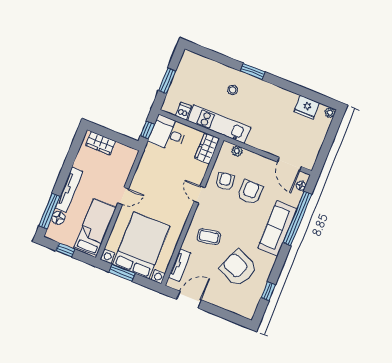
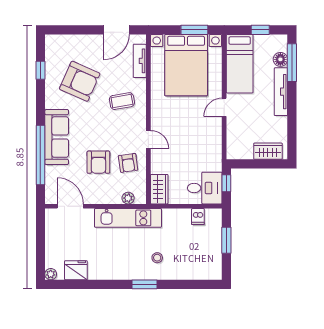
kitchen unit: (219, 124) -> (128, 218), moved
floor lamp: (301, 186) -> (50, 189), removed

